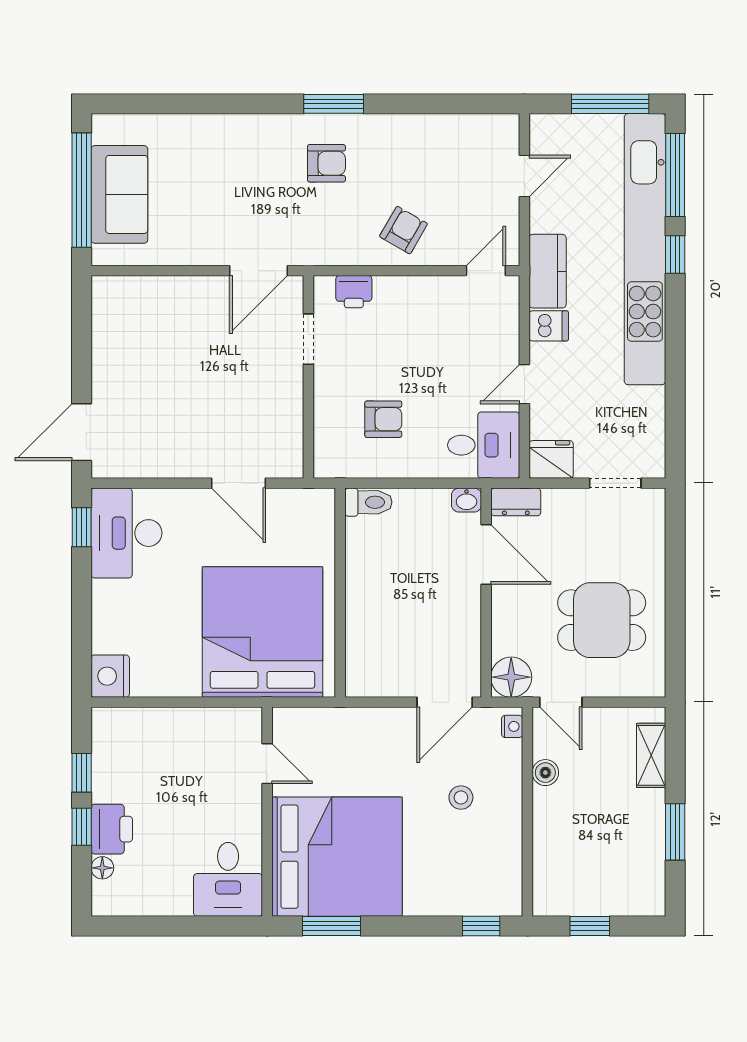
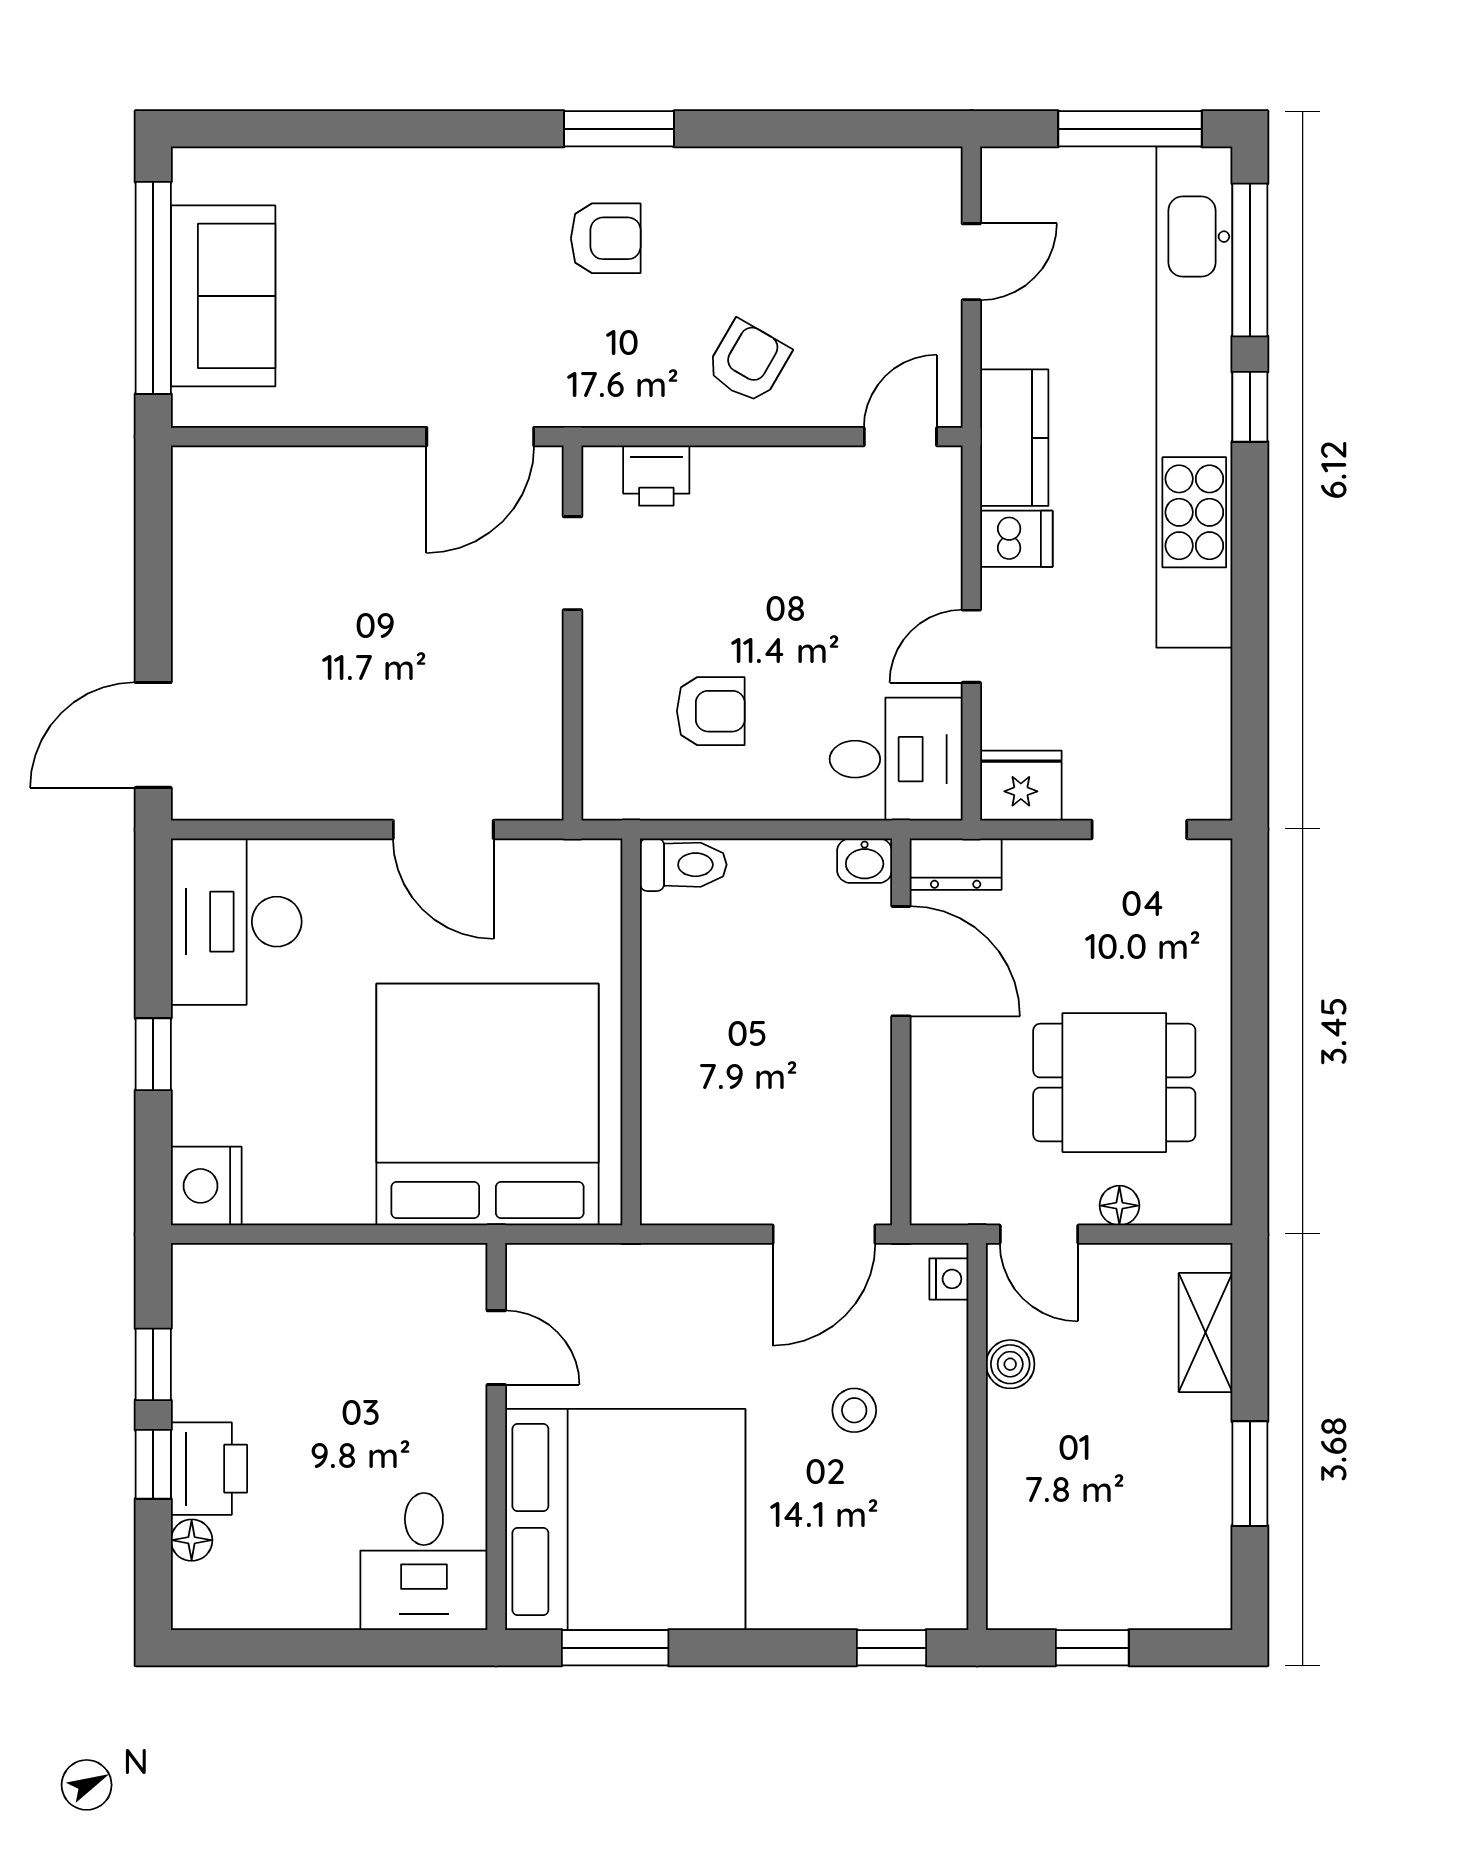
window: (82, 527) -> (153, 1054), moved
floor lamp: (511, 677) -> (1119, 1206), moved, width x0.53, depth x0.53

